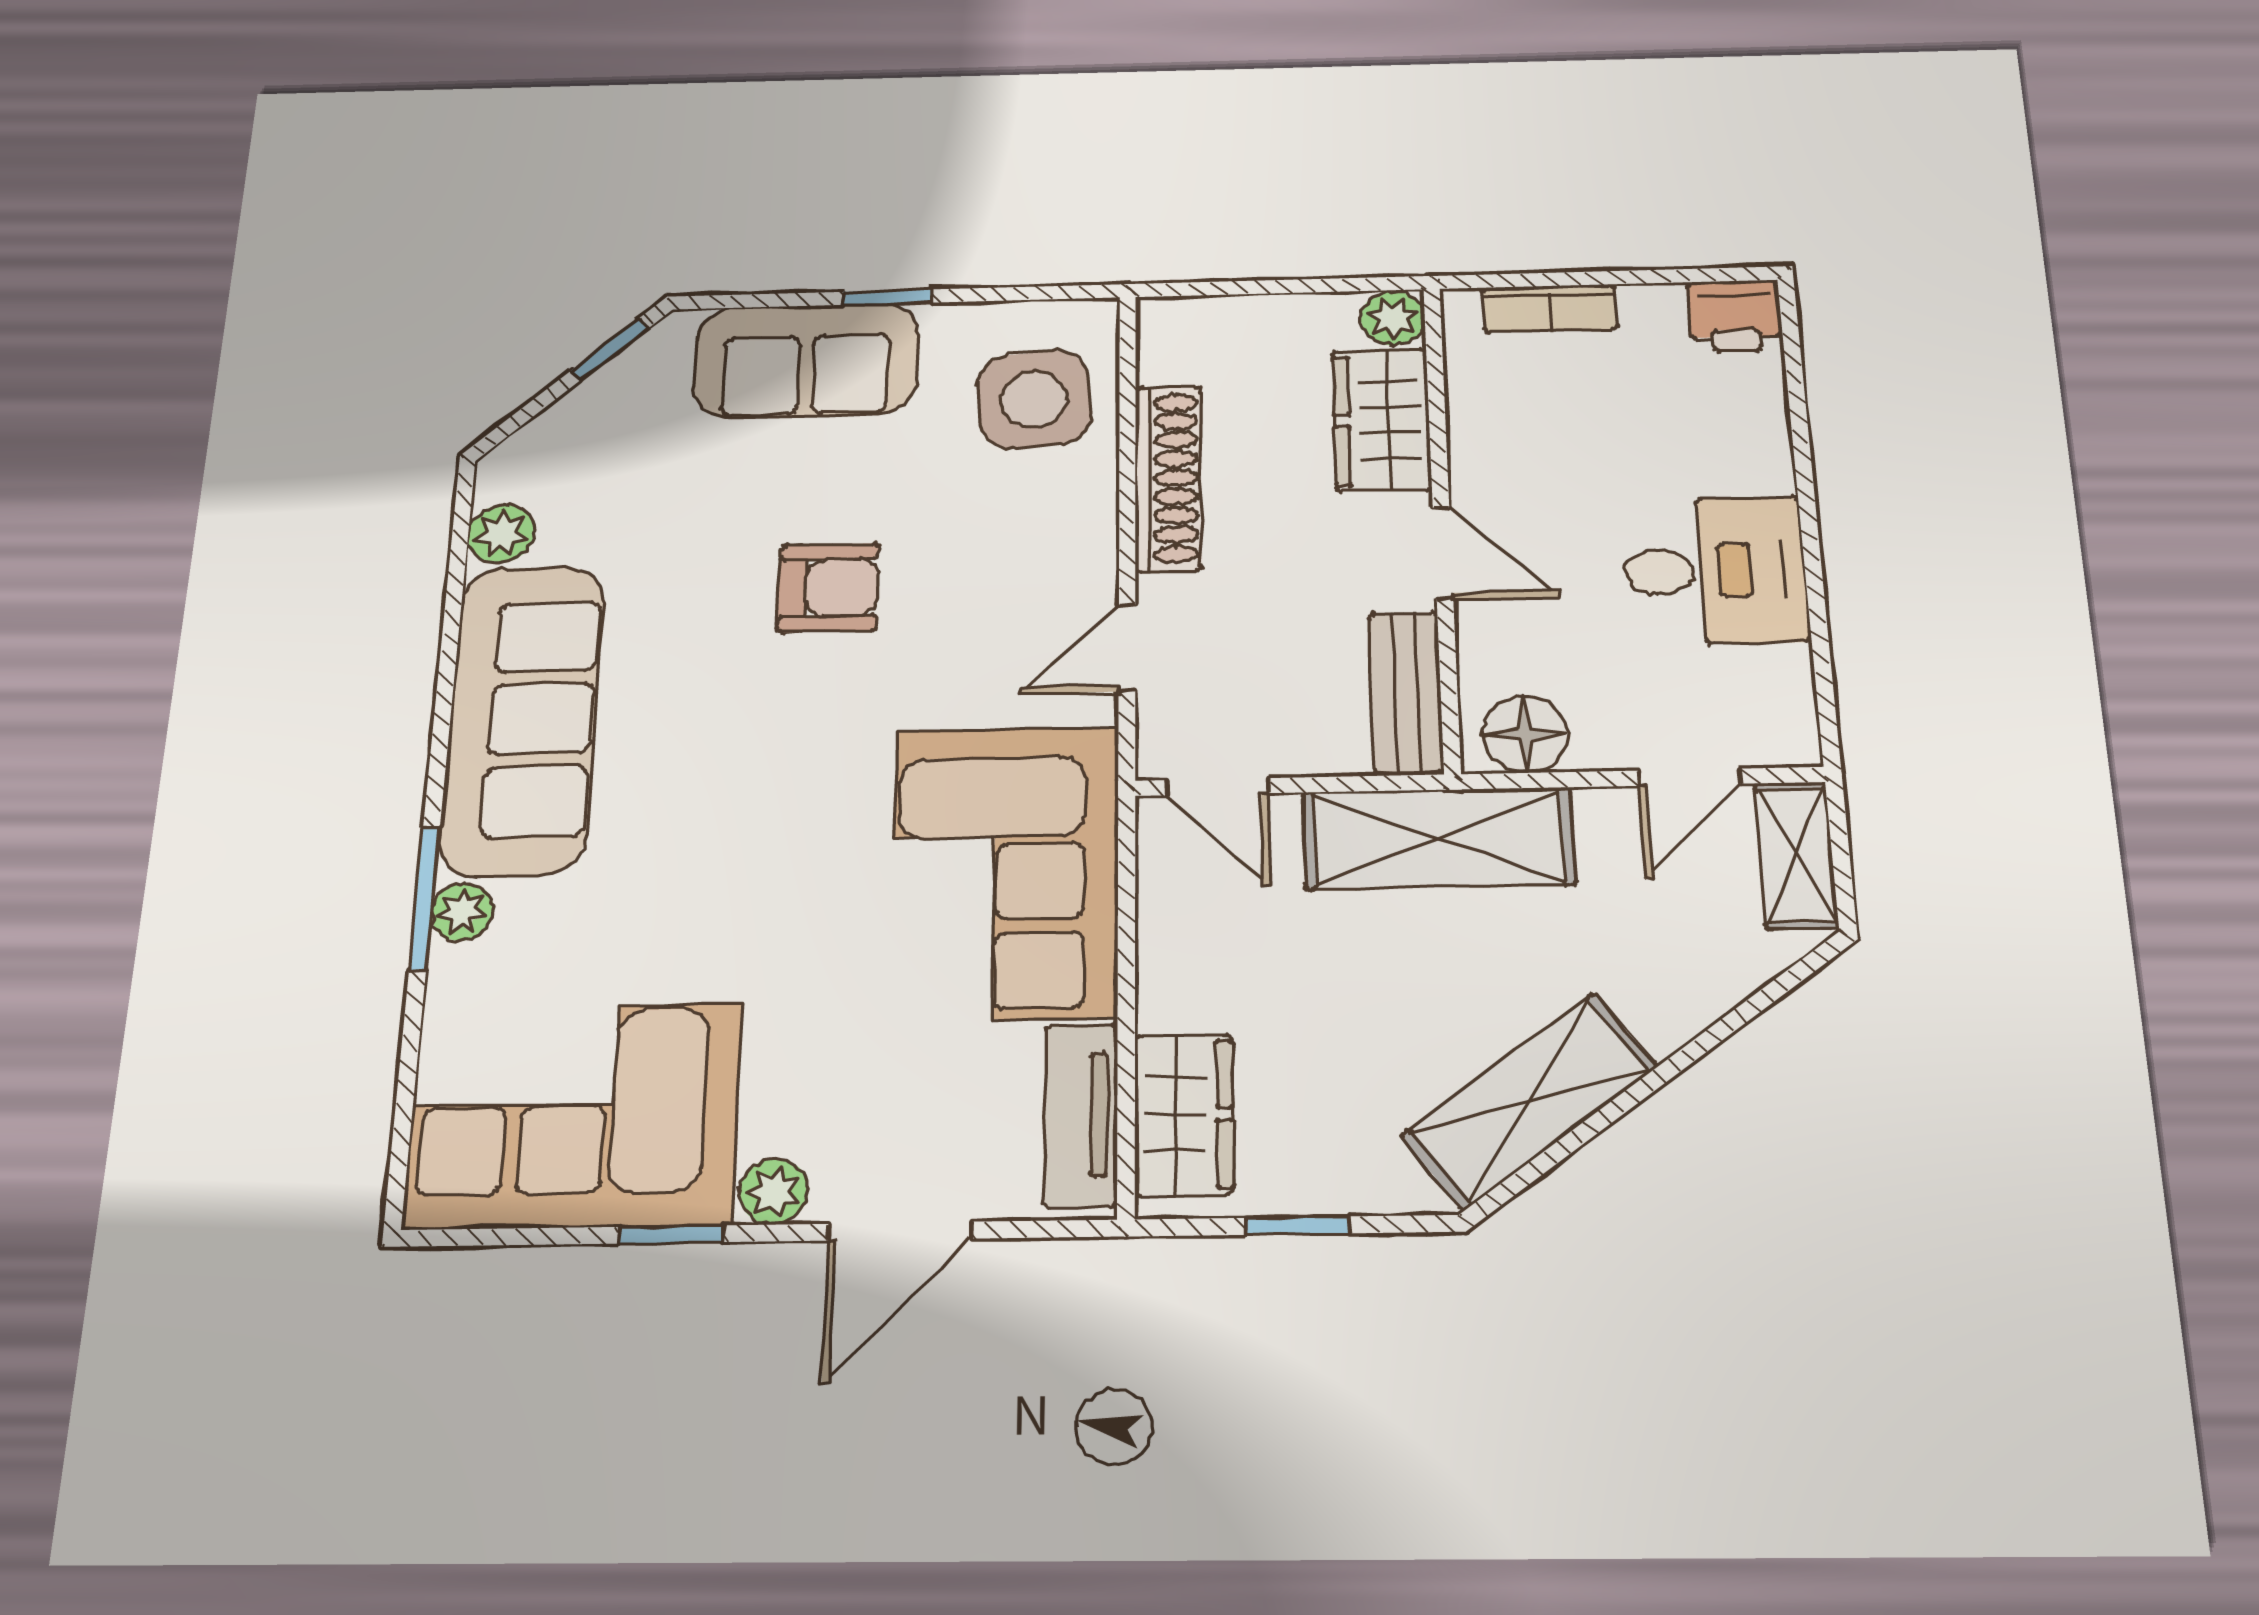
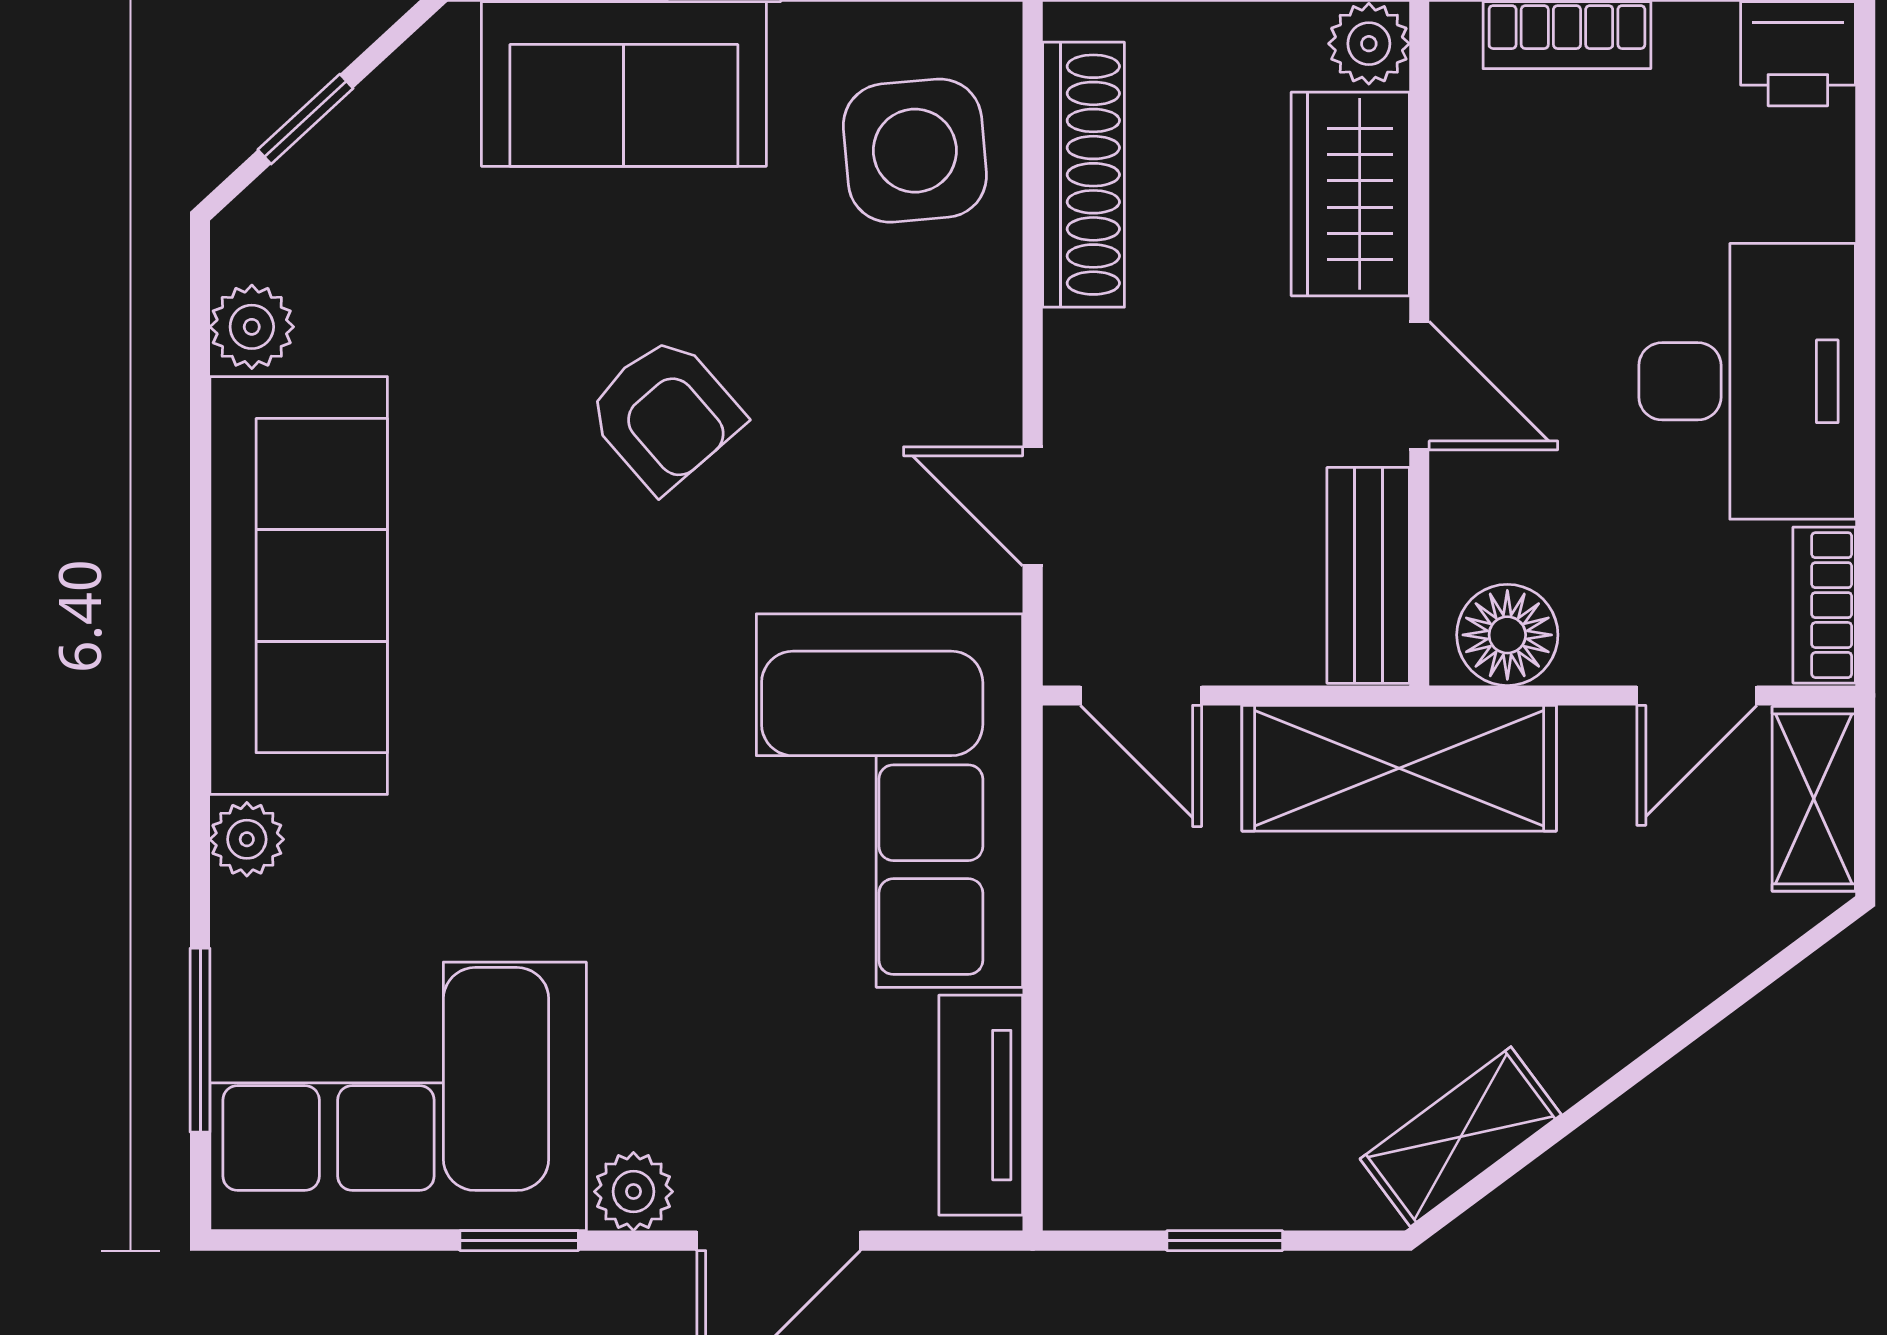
window: (610, 349) -> (305, 119), moved
shoe rack: (1168, 478) -> (1084, 175), moved
desk: (1715, 571) -> (1747, 381), width x1.37
armchair: (828, 588) -> (665, 414), turned 49
door: (1127, 648) -> (1033, 506), hinge flipped
bookcase: (1792, 707) -> (1824, 605), added
window: (425, 899) -> (200, 1040), moved
shelving: (1530, 1101) -> (1461, 1137), width x0.67, depth x0.75
wardrobe: (1184, 1114) -> (1098, 1107), removed

